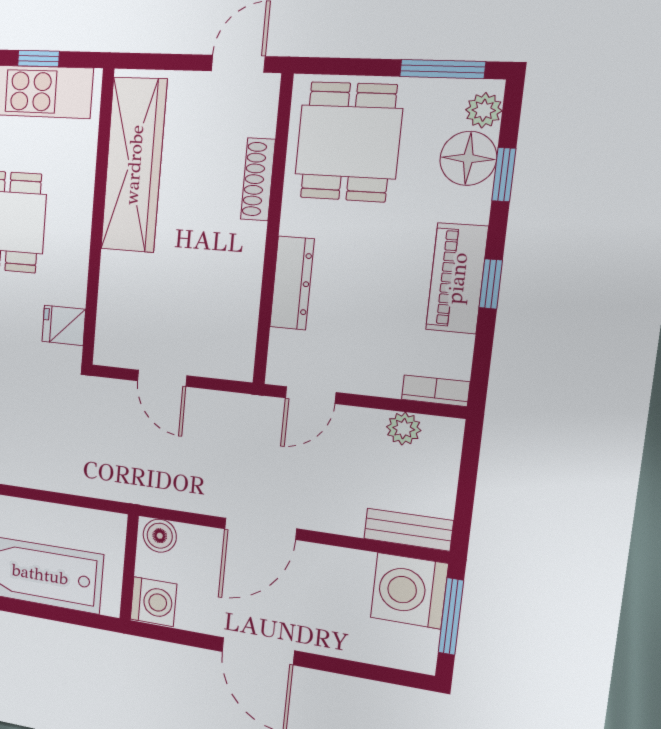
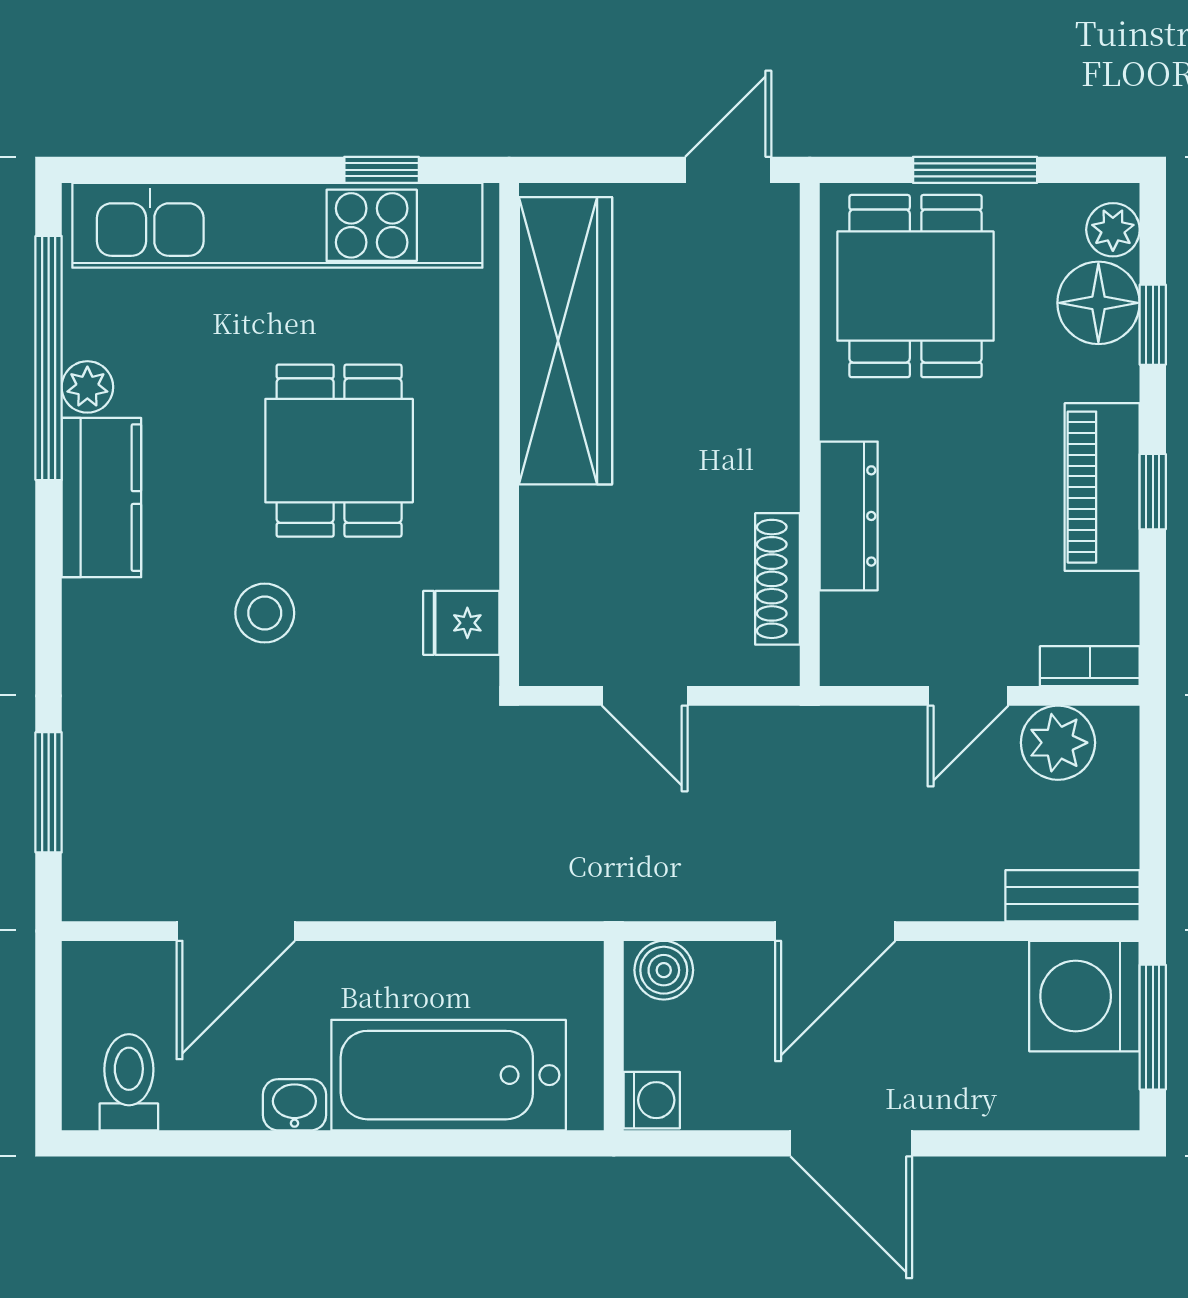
window: (442, 69) -> (975, 170), moved
shoe rack: (258, 179) -> (778, 579), moved
door: (311, 395) -> (968, 696), moved
plant: (404, 429) -> (1058, 743), width x1.38, depth x1.38
washing machine: (153, 602) -> (652, 1100), width x0.73, depth x0.73

